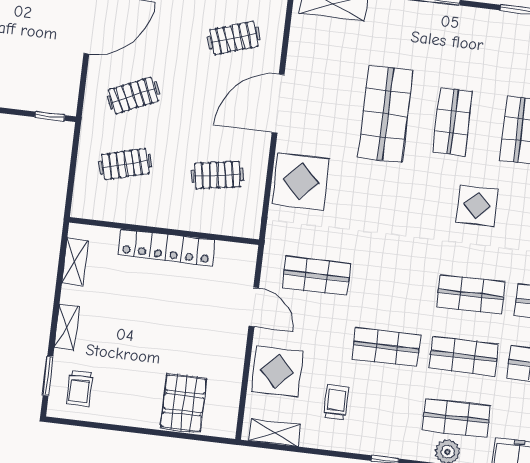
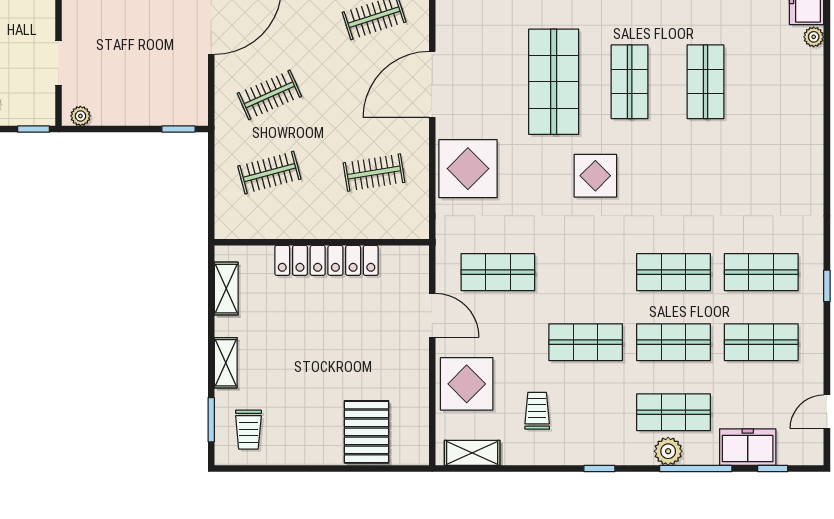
display table: (477, 206) -> (595, 176), moved

